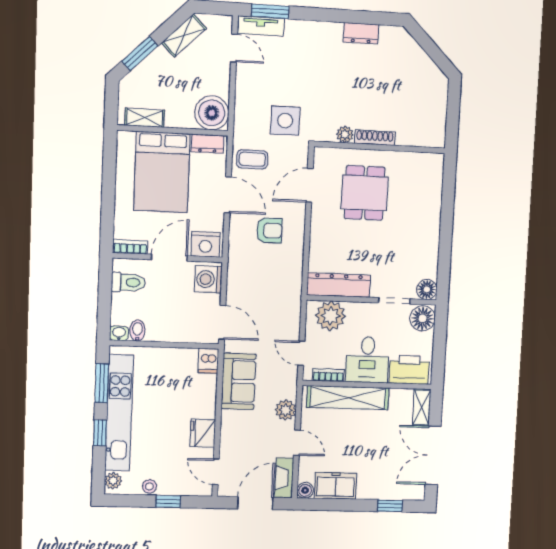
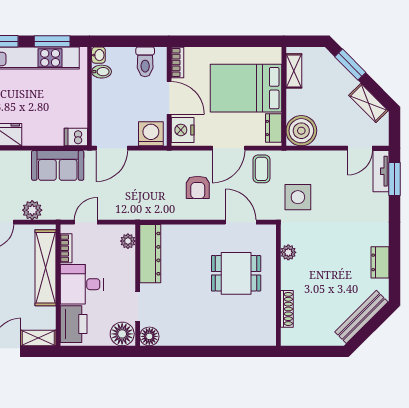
bench: (419, 58) -> (361, 317), added
shoe rack: (375, 138) -> (287, 309), moved
plant: (331, 316) -> (128, 241), width x0.53, depth x0.53

